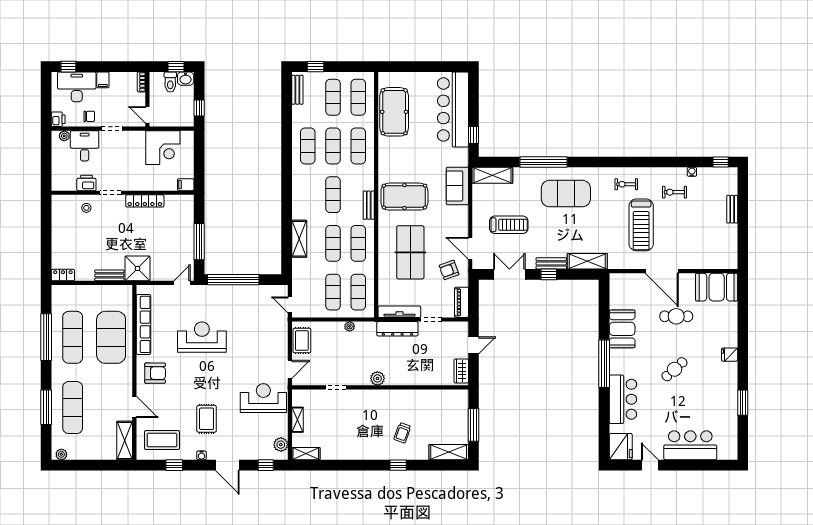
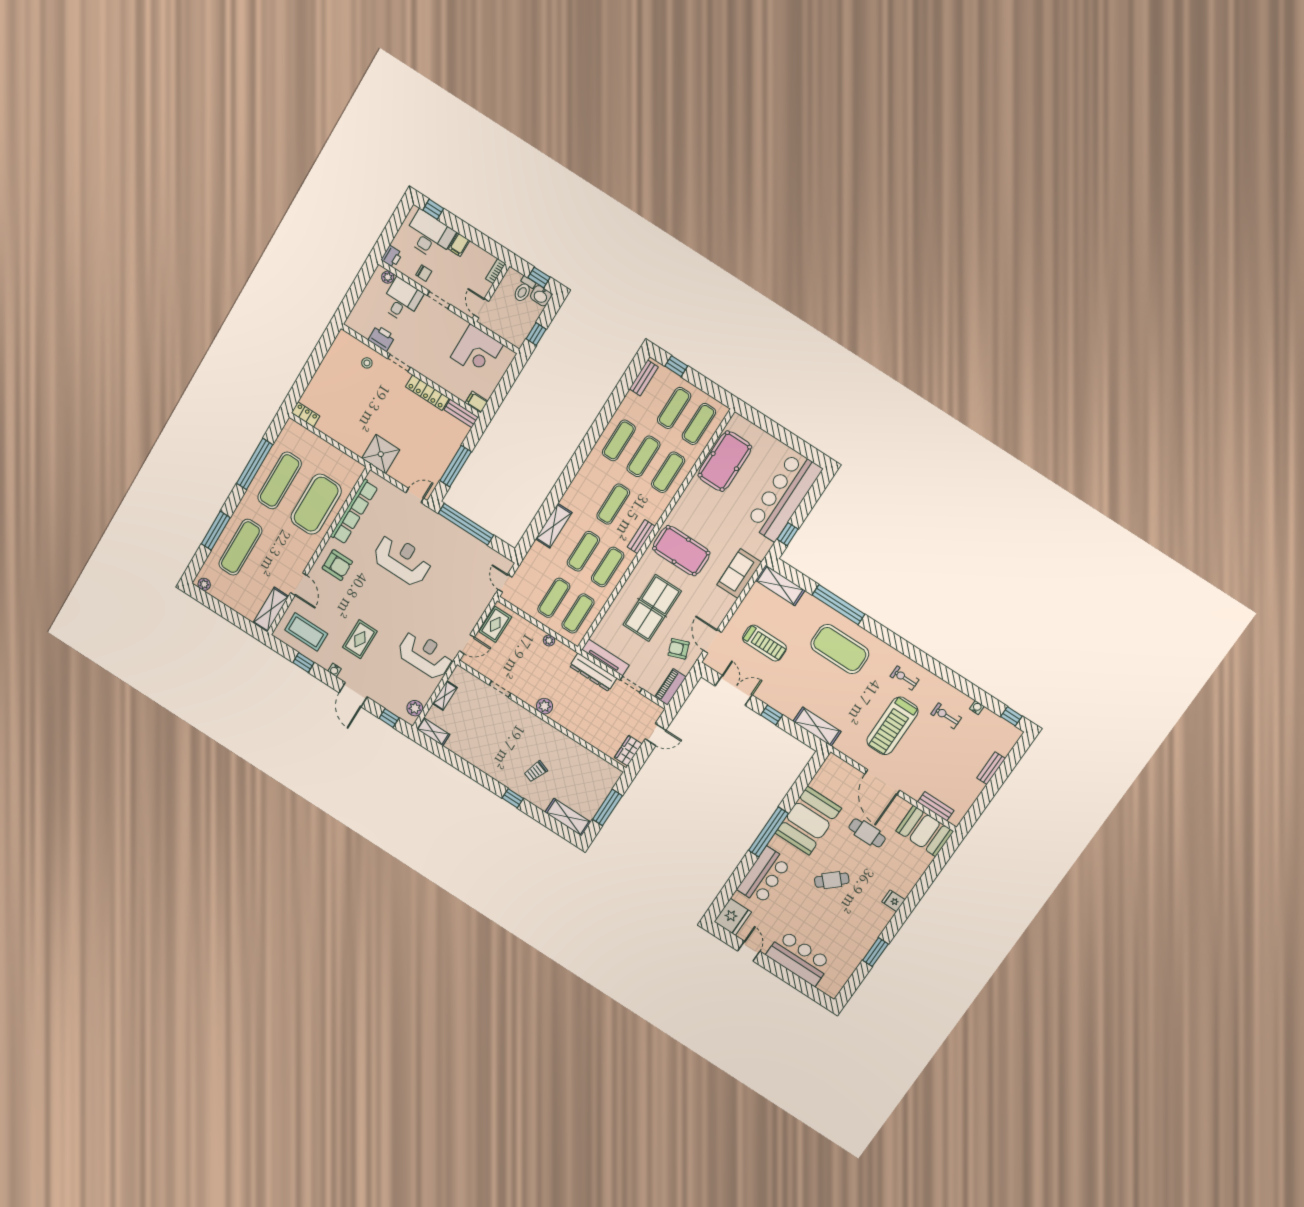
bench: (551, 263) -> (936, 806), moved
bench: (109, 275) -> (461, 413), moved
booth: (622, 329) -> (808, 821), width x1.36, depth x1.42

